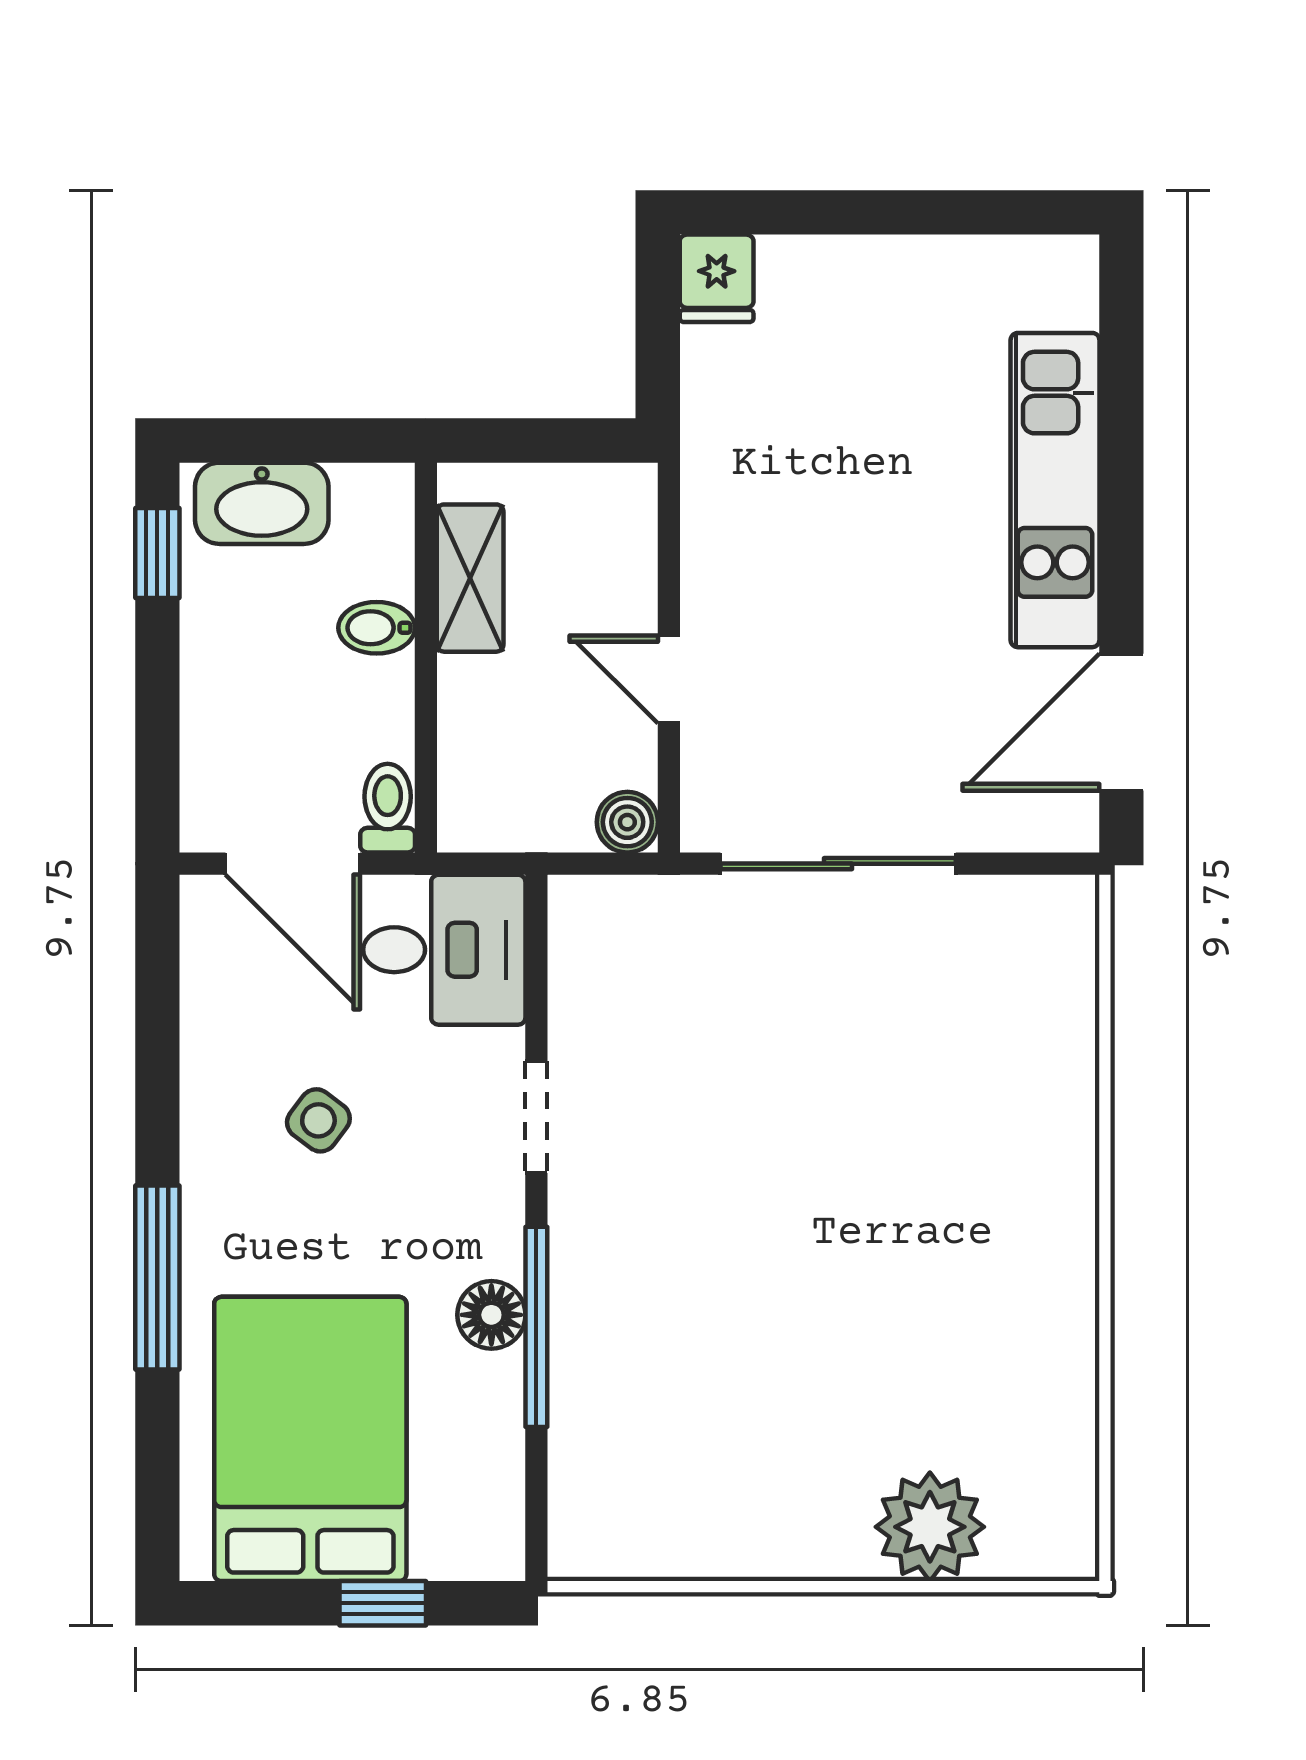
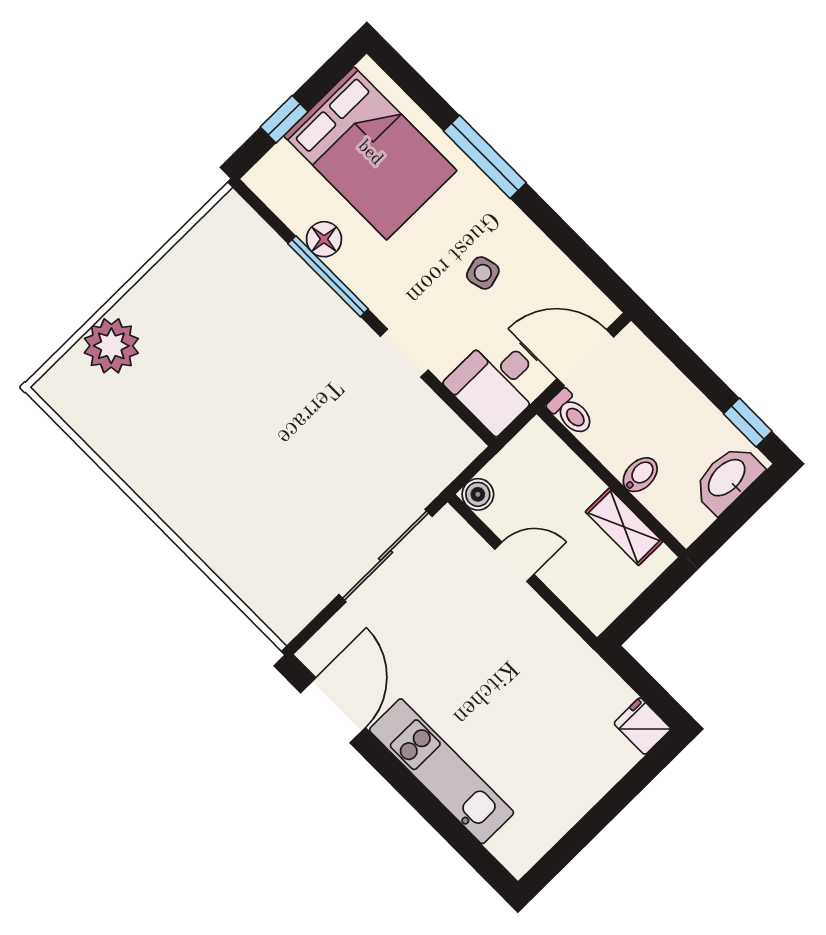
side table: (318, 1120) -> (483, 273), turned 38
floor lamp: (491, 1315) -> (324, 239), moved

